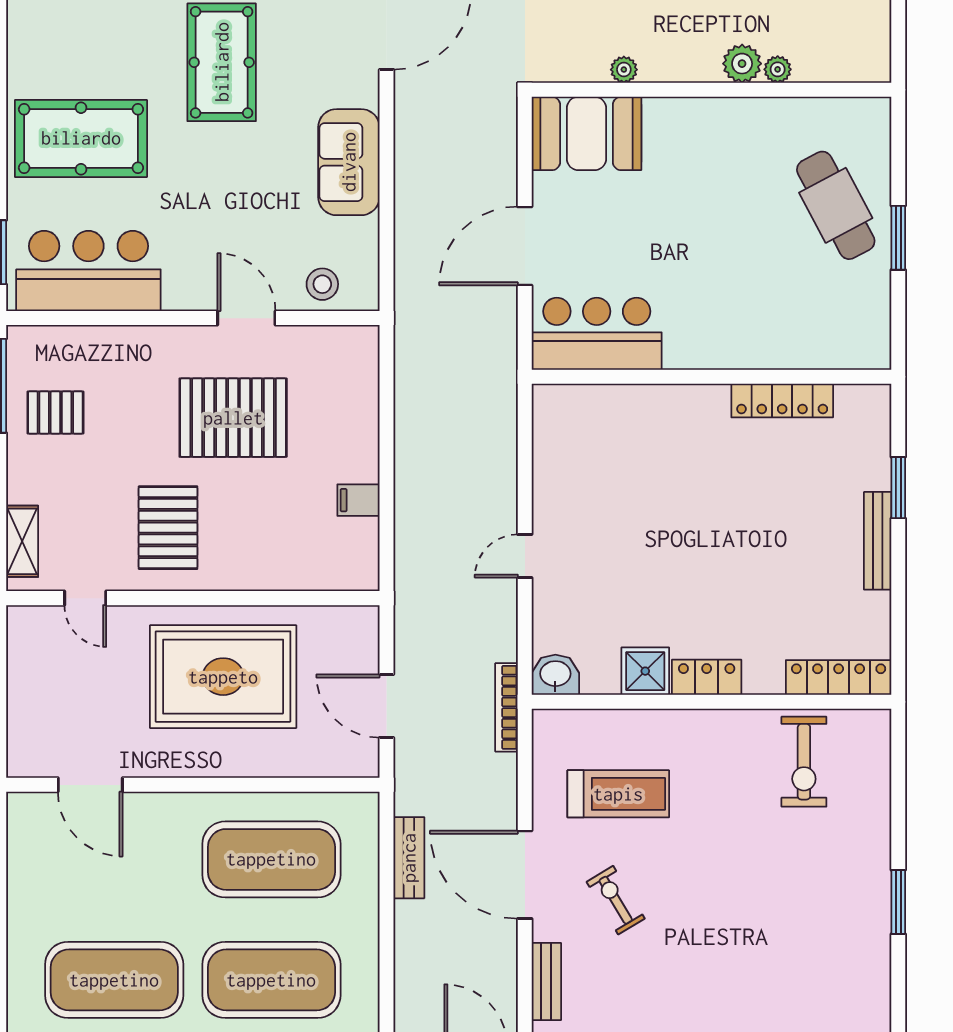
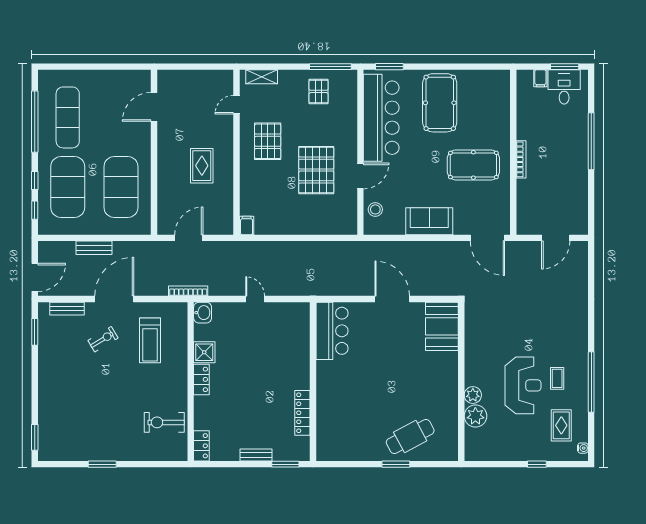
plant: (778, 69) -> (475, 416), width x1.88, depth x1.88
plant: (624, 70) -> (470, 343), removed
bar counter: (88, 271) -> (381, 118), width x1.36
bar counter: (597, 334) -> (332, 331), moved
wall: (711, 377) -> (313, 382), moved
locker: (782, 401) -> (302, 413), moved
filing cabinet: (358, 500) -> (247, 225), moved
pallet: (168, 528) -> (268, 141), turned 90
bench: (878, 541) -> (256, 455), width x0.73
rug: (223, 677) -> (202, 166), width x0.54, depth x0.49
locker: (839, 677) -> (201, 446), width x0.66
bench: (409, 858) -> (94, 248), moved
exercise mat: (114, 980) -> (68, 117), width x0.68

